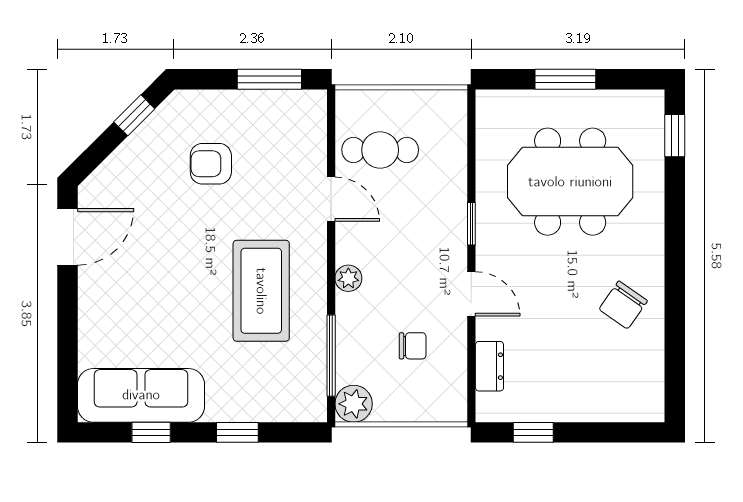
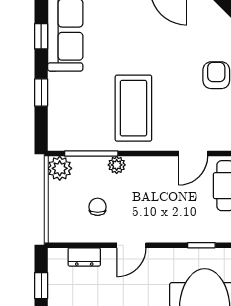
window: (471, 224) -> (201, 245), moved
plant: (348, 278) -> (117, 165), moved
coffee table: (261, 291) -> (133, 108), turned 90
chair: (413, 346) -> (98, 207), turned 180

